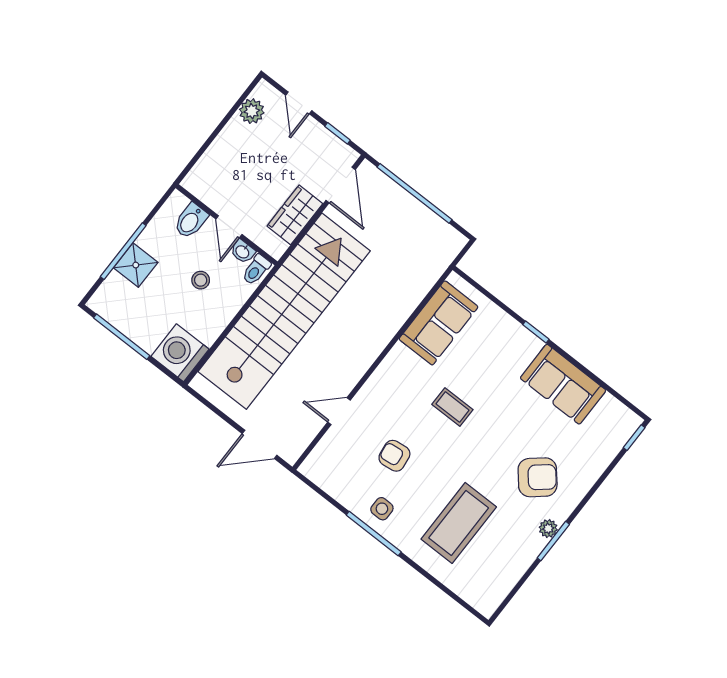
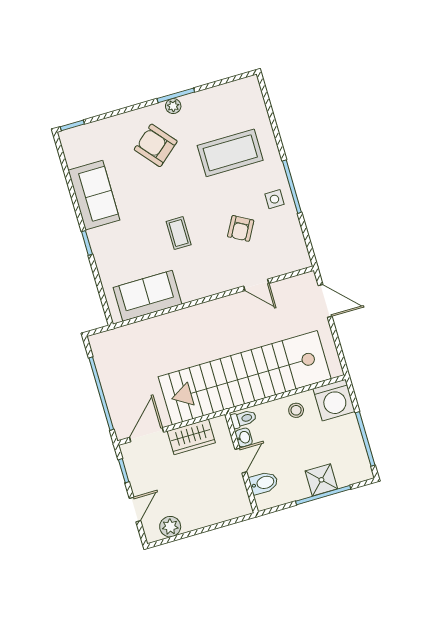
stool: (201, 280) -> (296, 410), moved
armchair: (394, 456) -> (241, 228), turned 36

